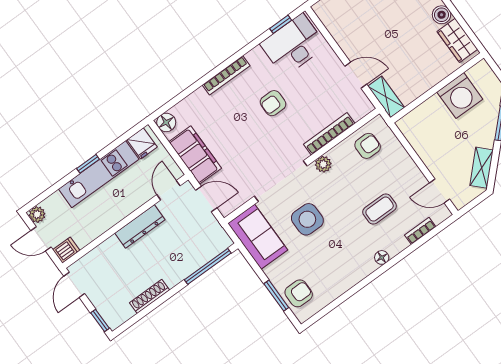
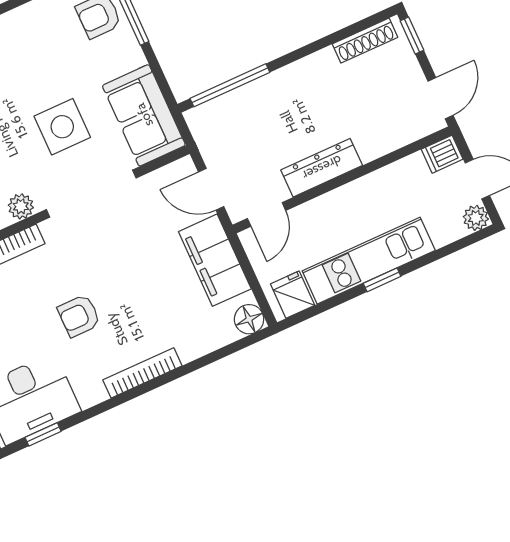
armchair: (273, 103) -> (79, 316), turned 180
shoe rack: (150, 296) -> (365, 41), moved

